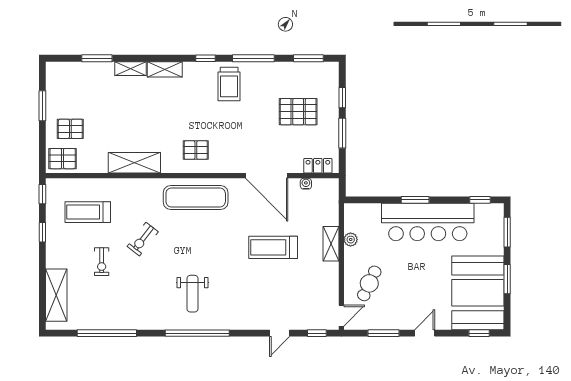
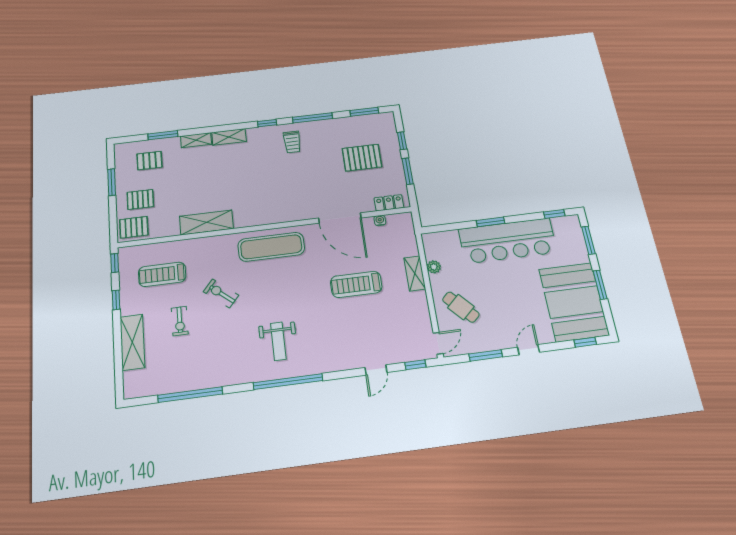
trolley: (229, 84) -> (292, 142), width x0.73, depth x0.72
pallet: (196, 150) -> (150, 161), moved
exercise bike: (143, 239) -> (221, 293), turned 92
cafe table: (369, 283) -> (461, 307), turned -68
shelving: (56, 295) -> (132, 342), moved

